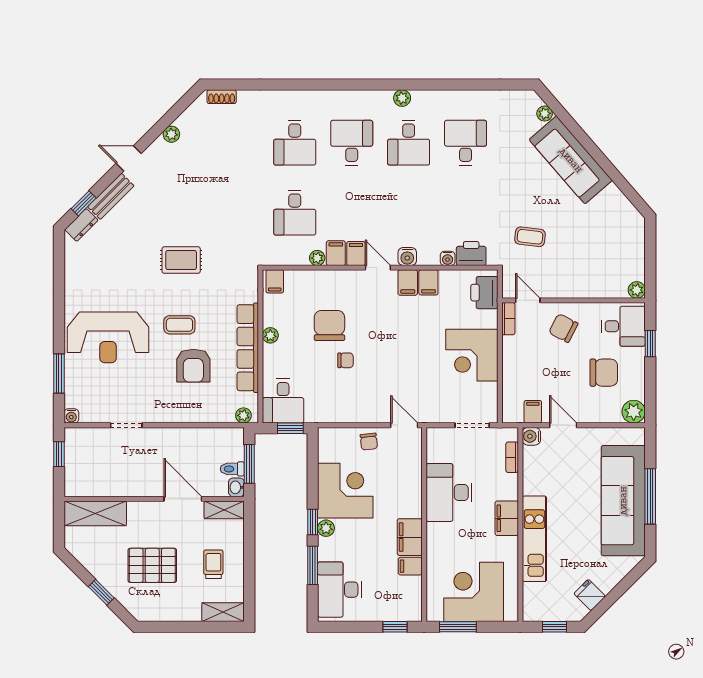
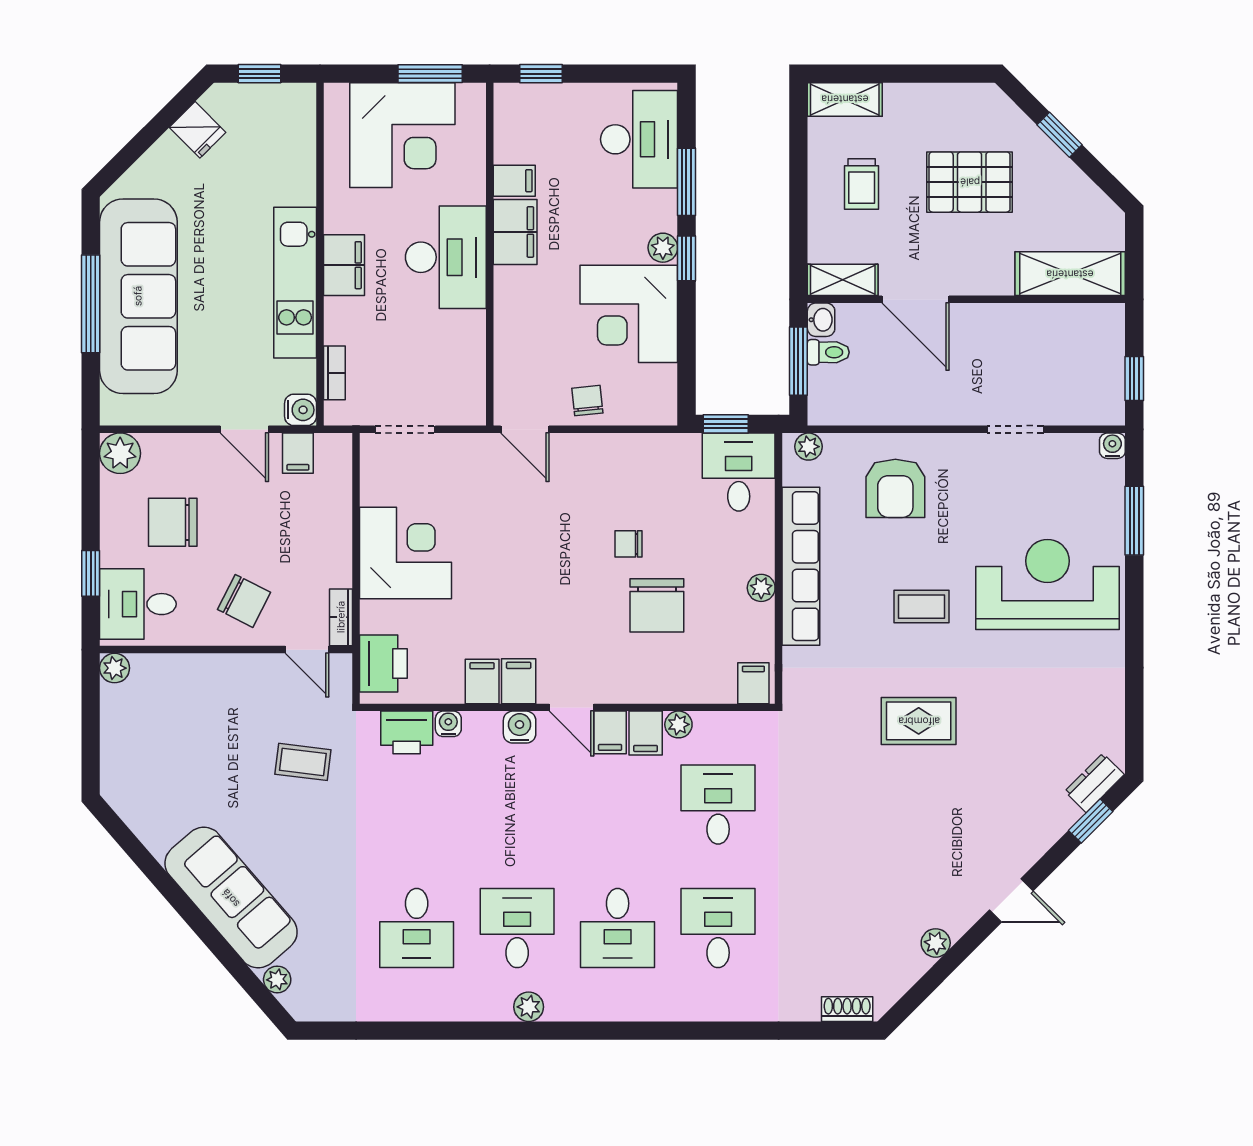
bench: (111, 196) -> (1043, 833), removed
armchair: (193, 366) -> (895, 488), moved, turned 180
desk: (449, 493) -> (446, 257), moved
kitchen unit: (534, 539) -> (295, 283), moved

